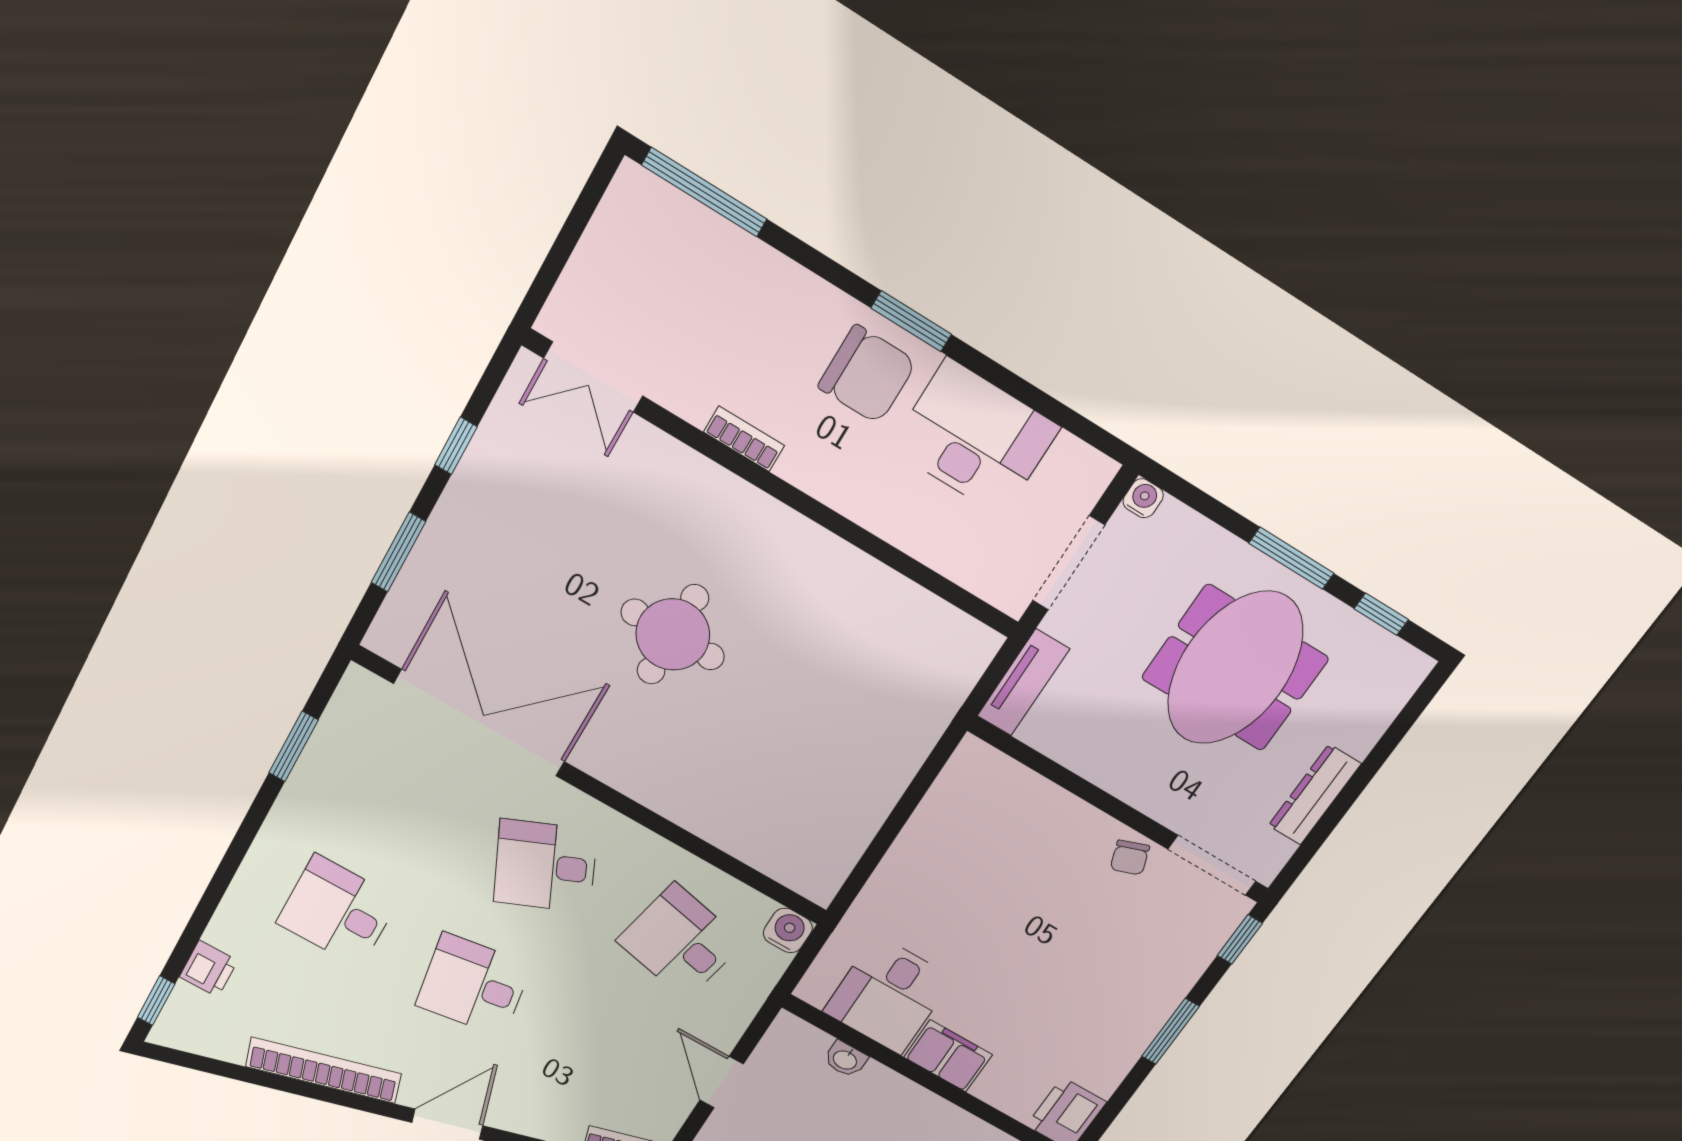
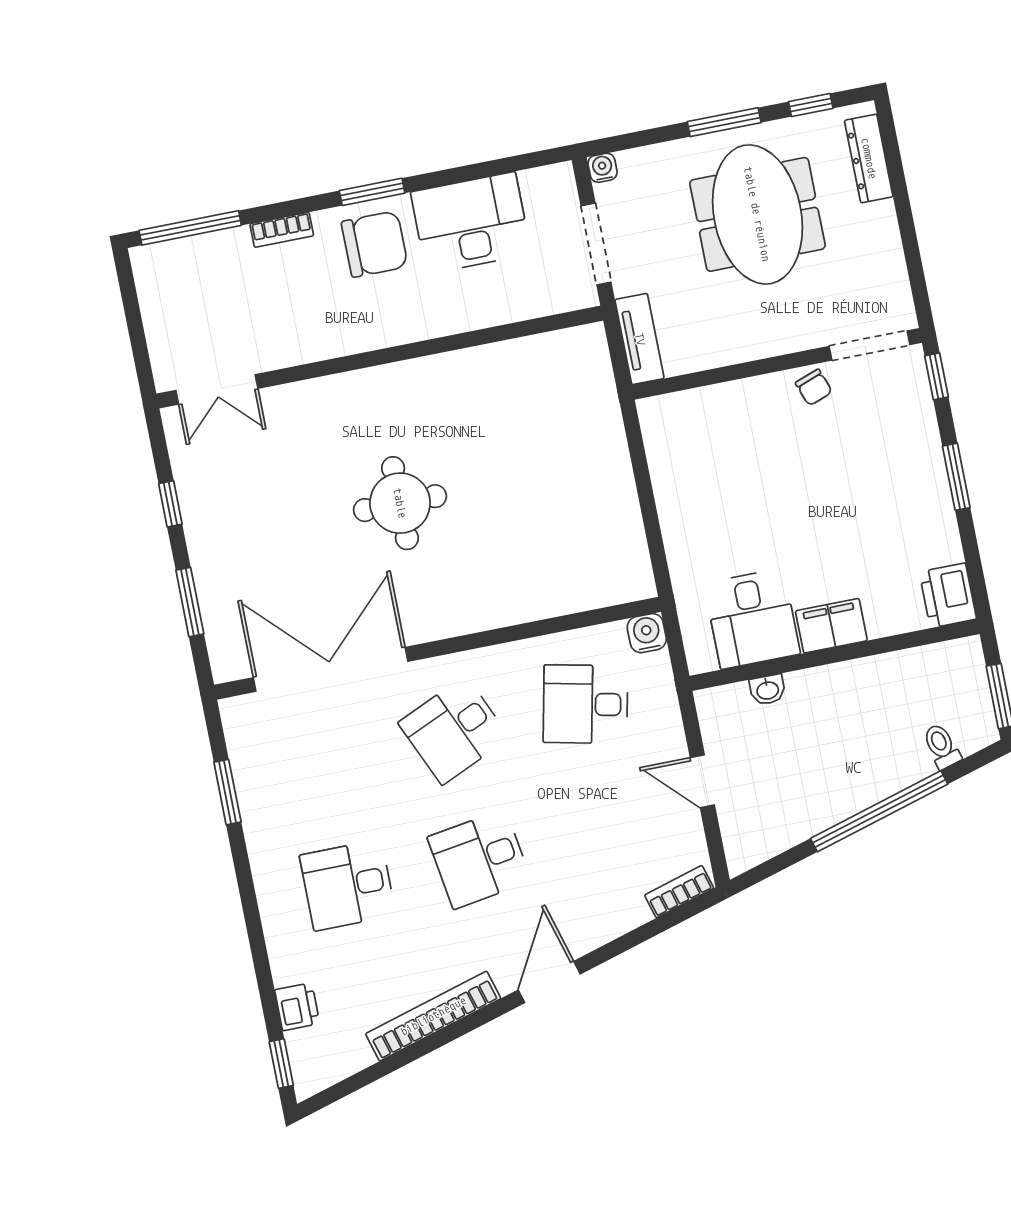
bookcase: (744, 439) -> (282, 230), moved, turned 180
dresser: (1315, 795) -> (869, 158), moved

